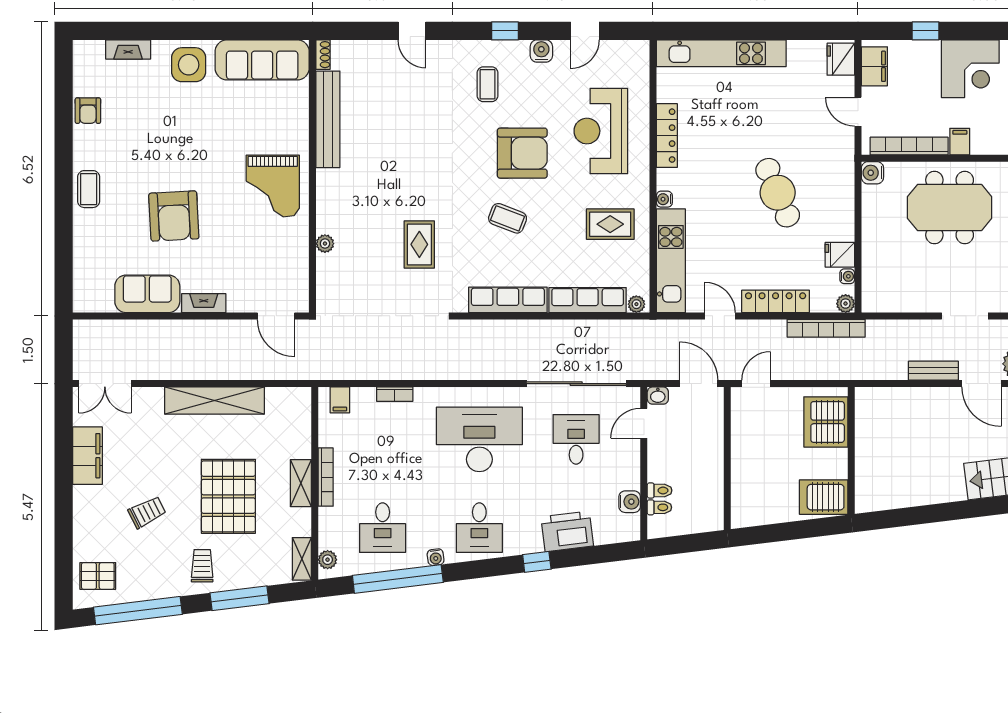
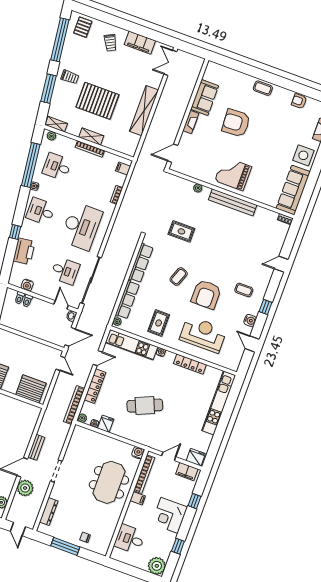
bench: (328, 119) -> (233, 202), moved
trolley: (147, 512) -> (110, 43), moved

